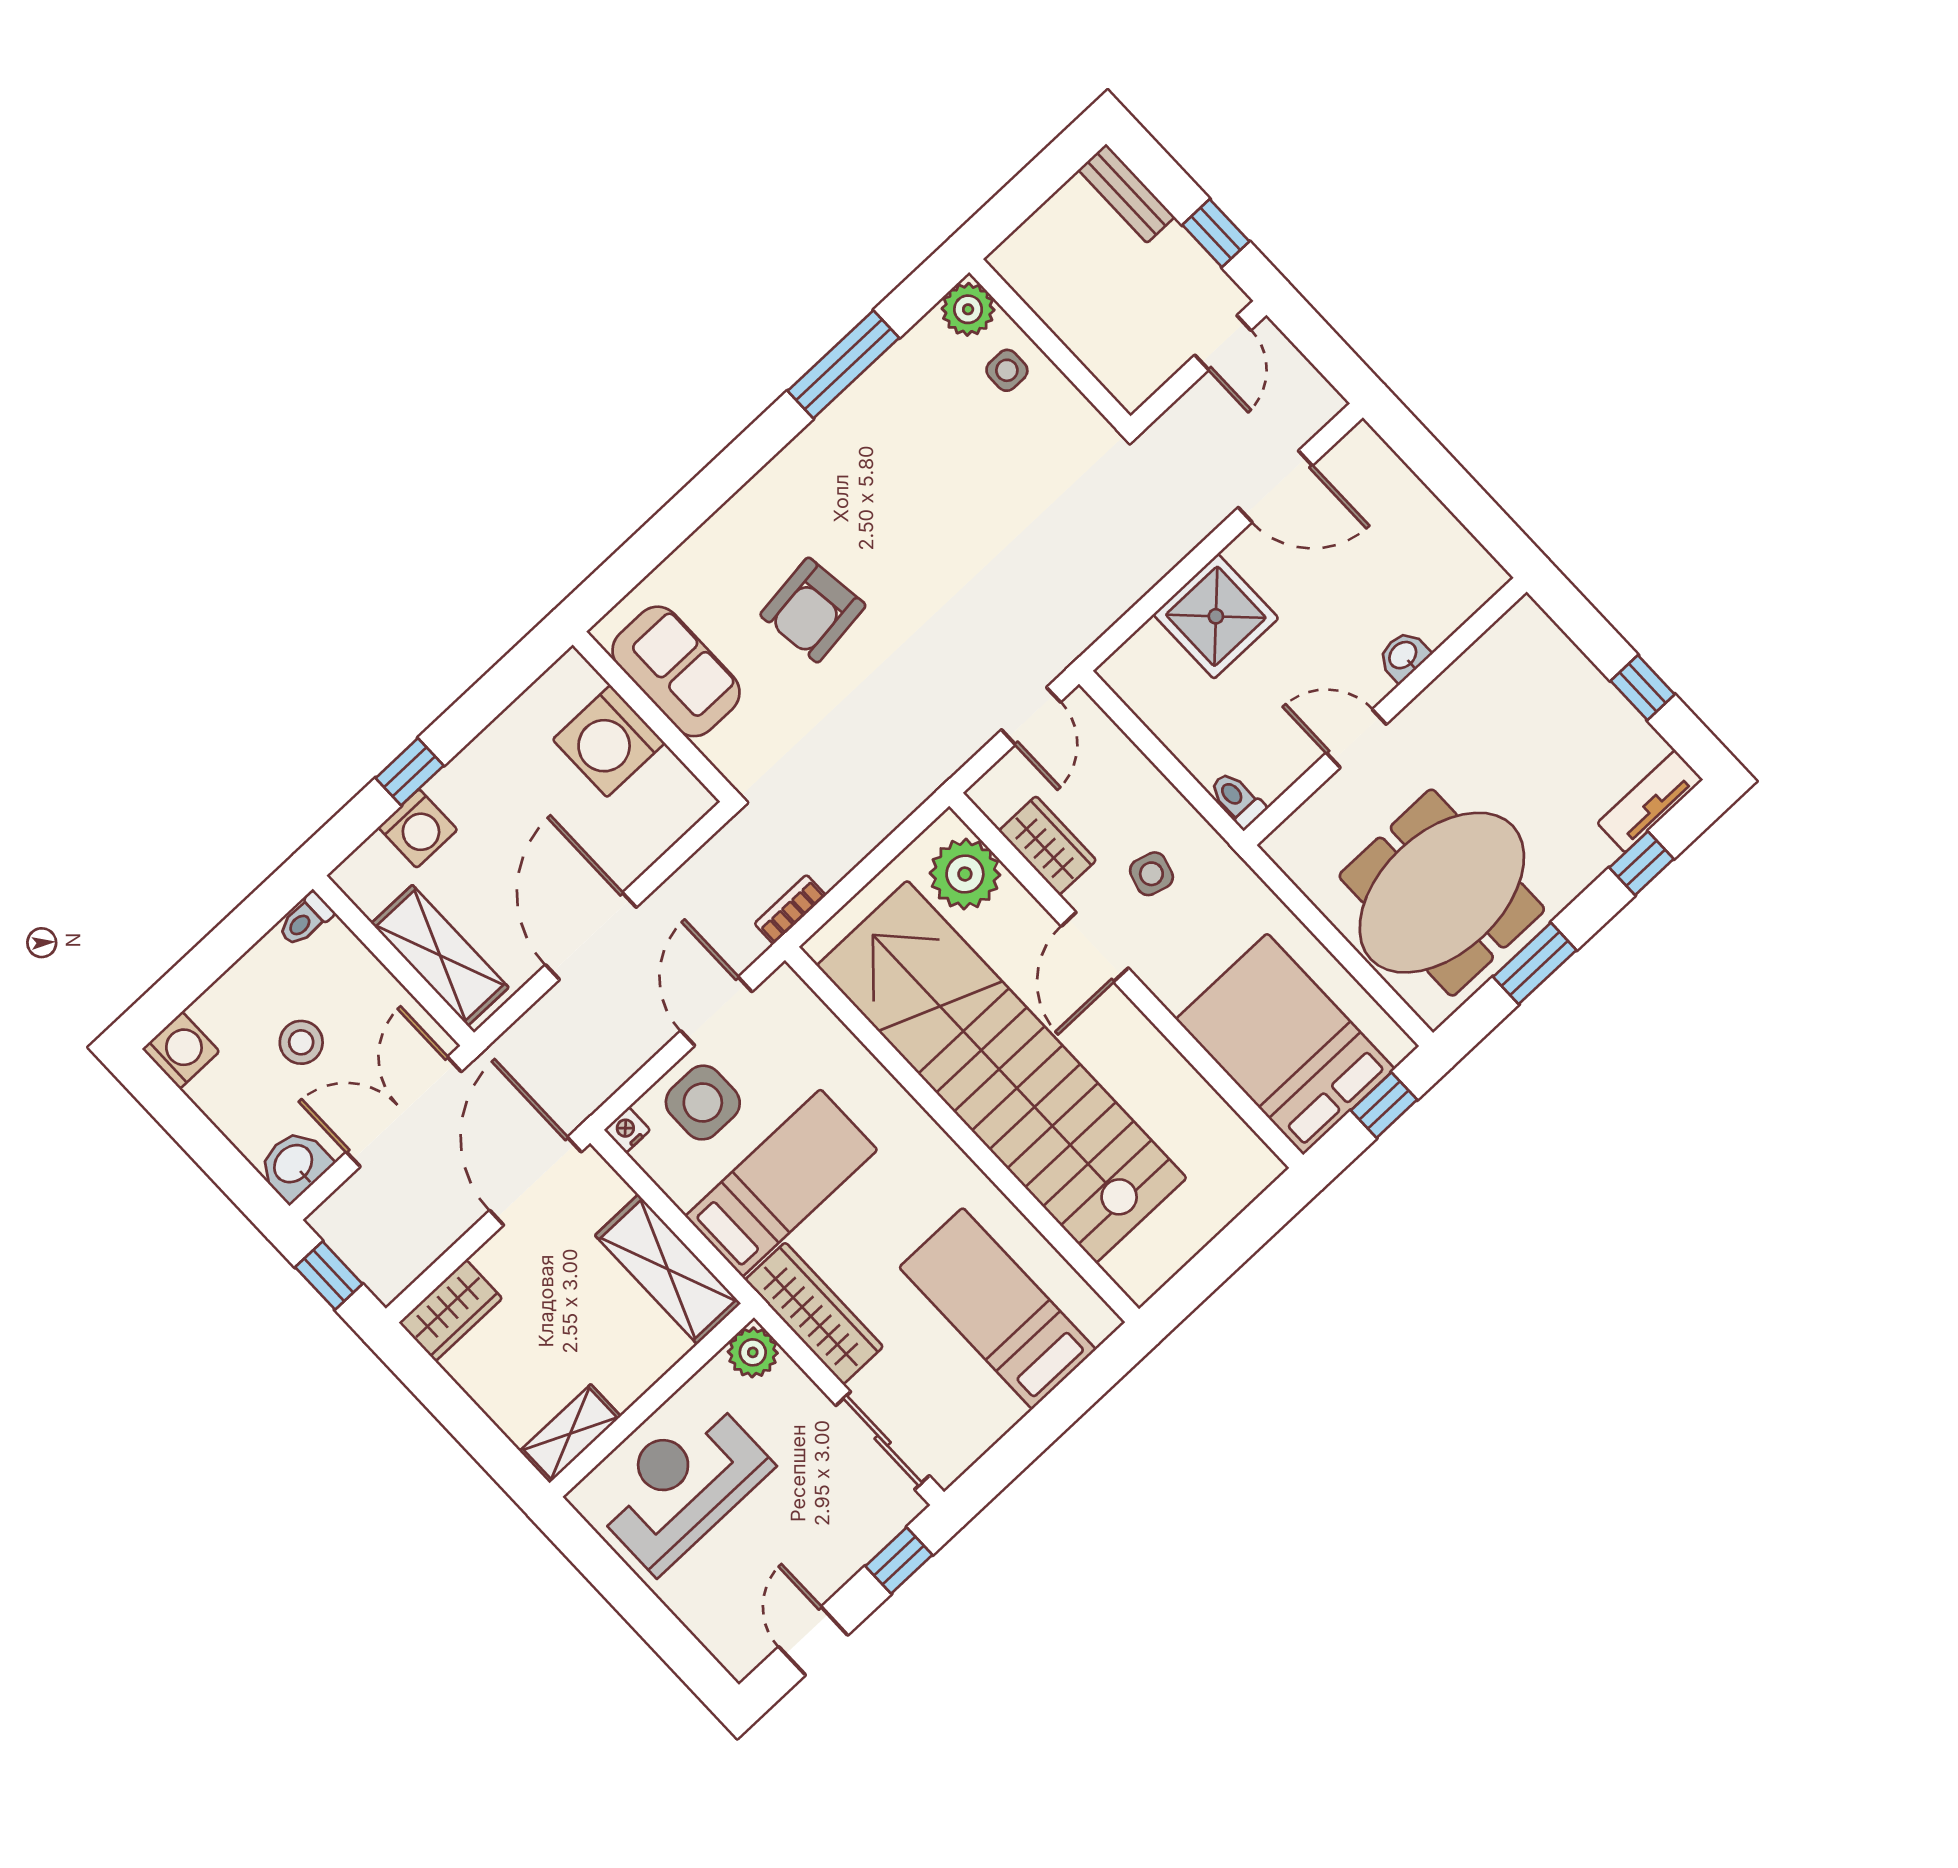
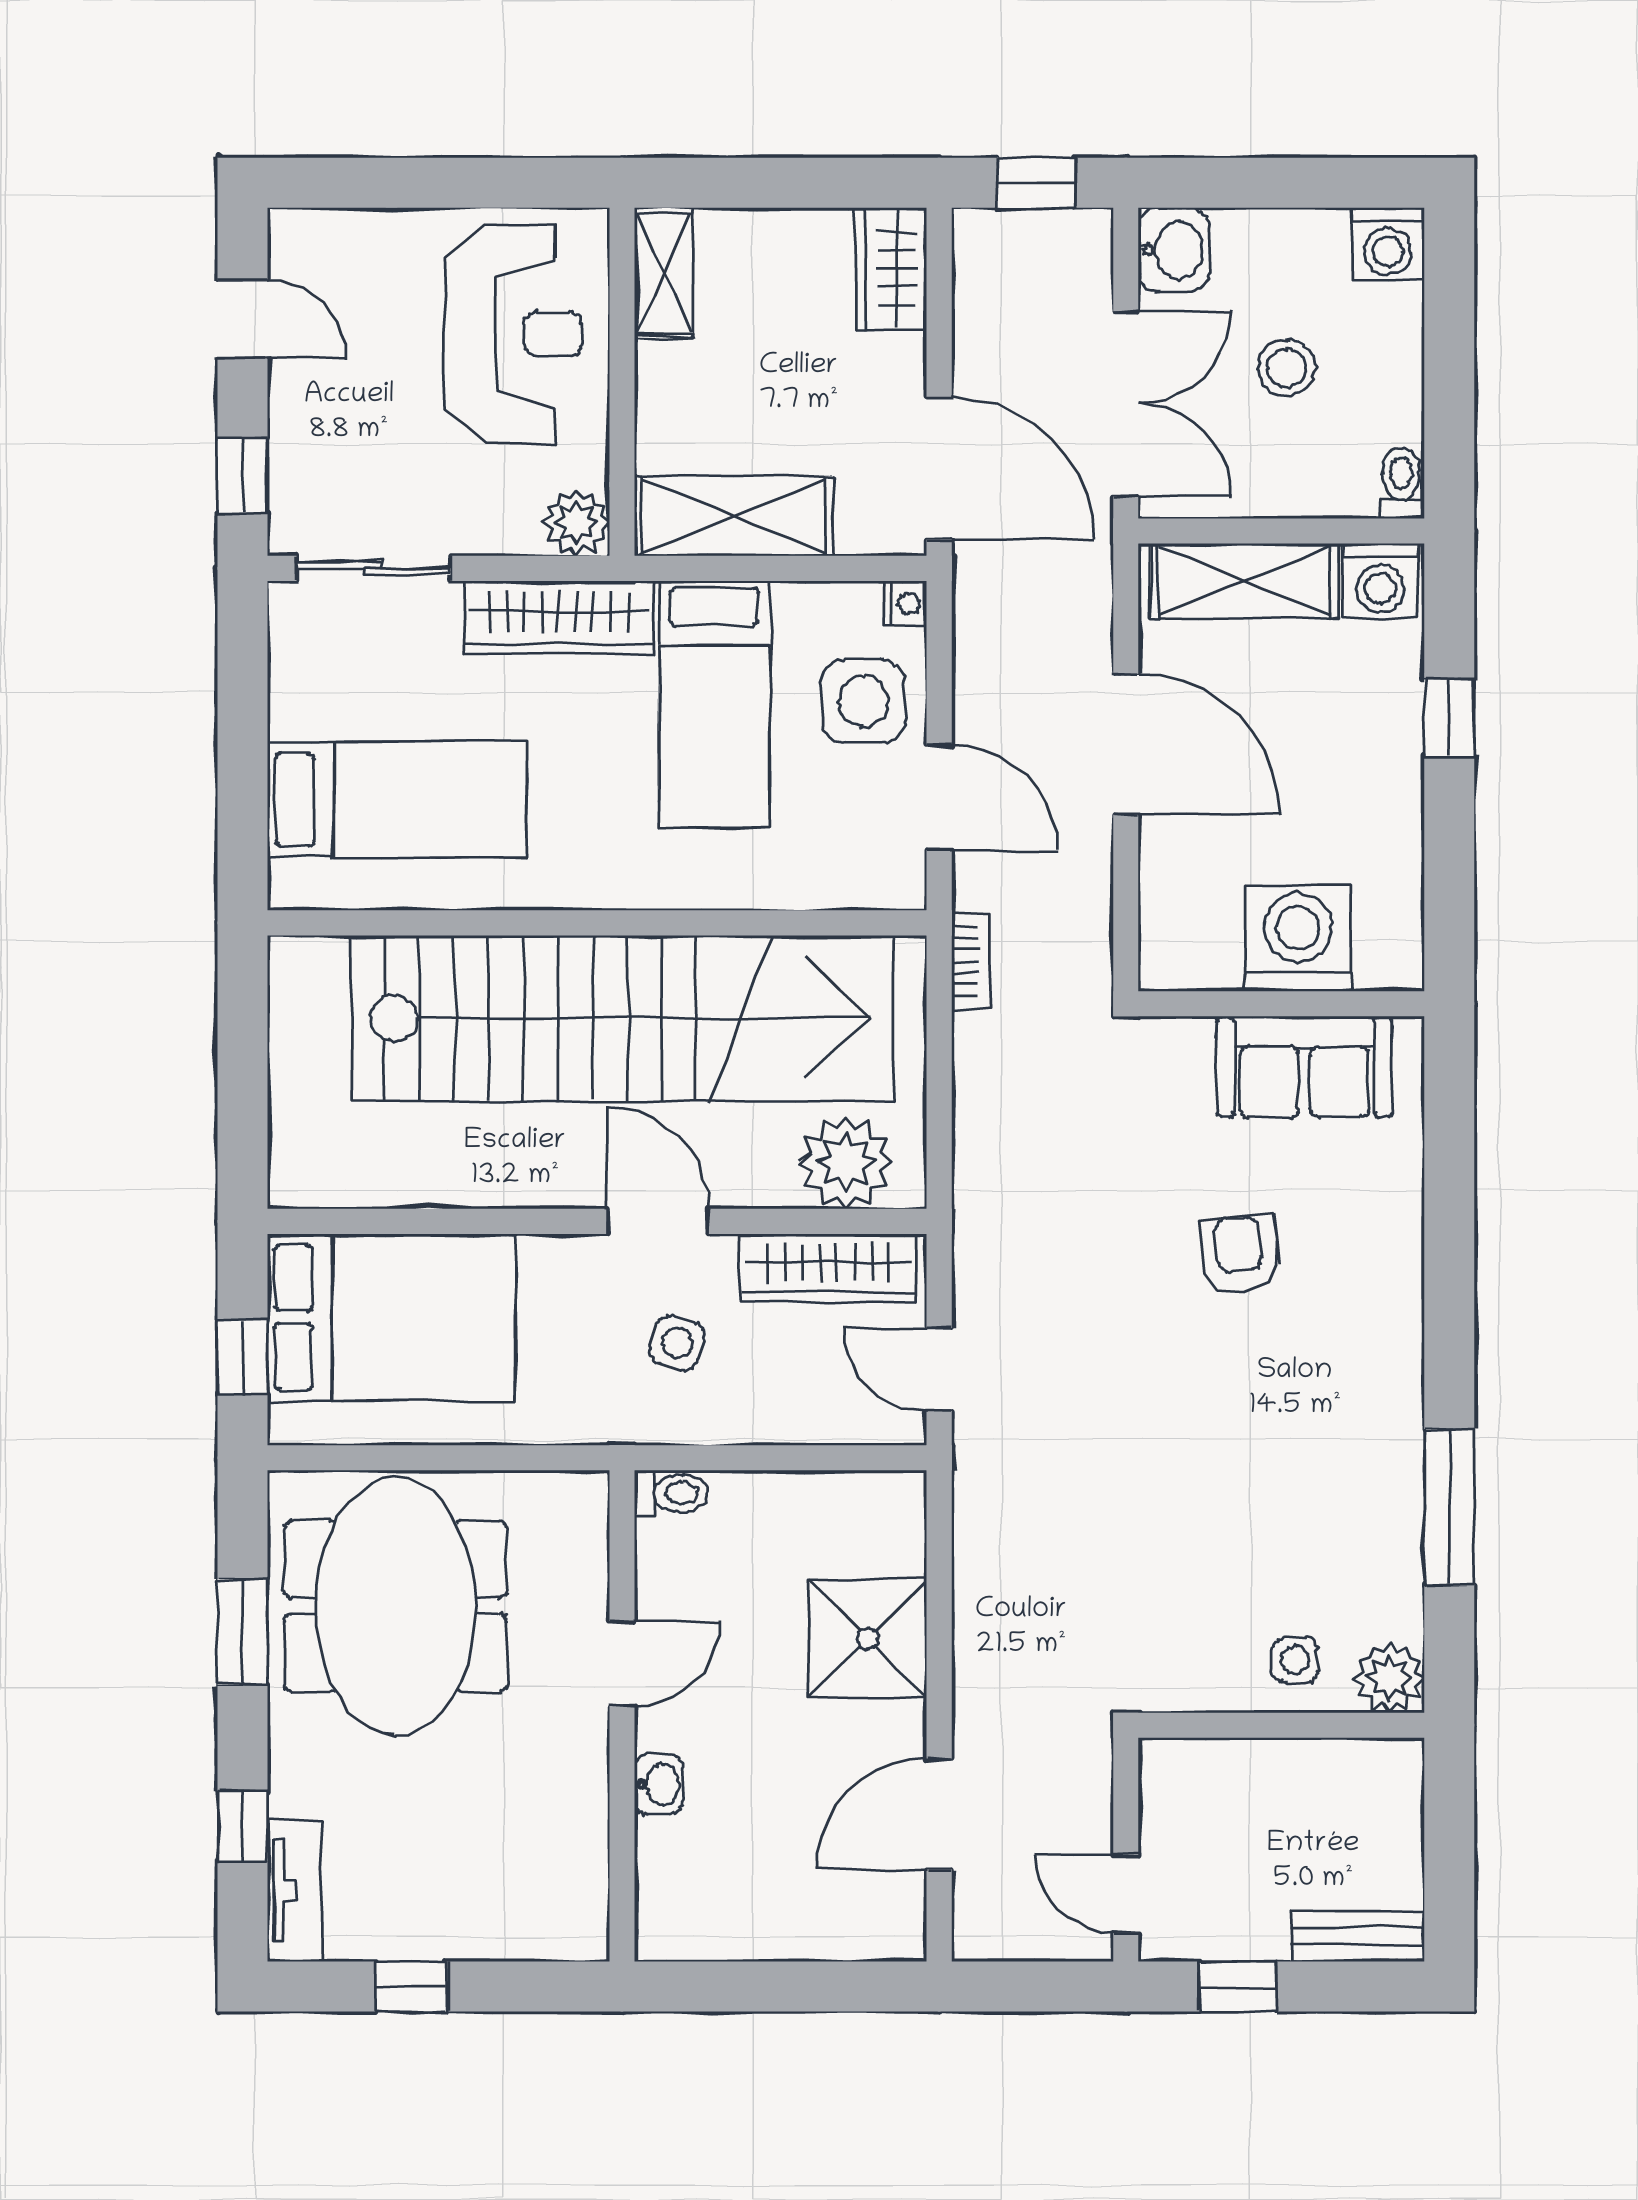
armchair: (813, 610) -> (1239, 1255), width x0.72, depth x0.72
washing machine: (418, 829) -> (1380, 581), moved, turned -90
wardrobe: (1048, 845) -> (828, 1268), width x1.50

